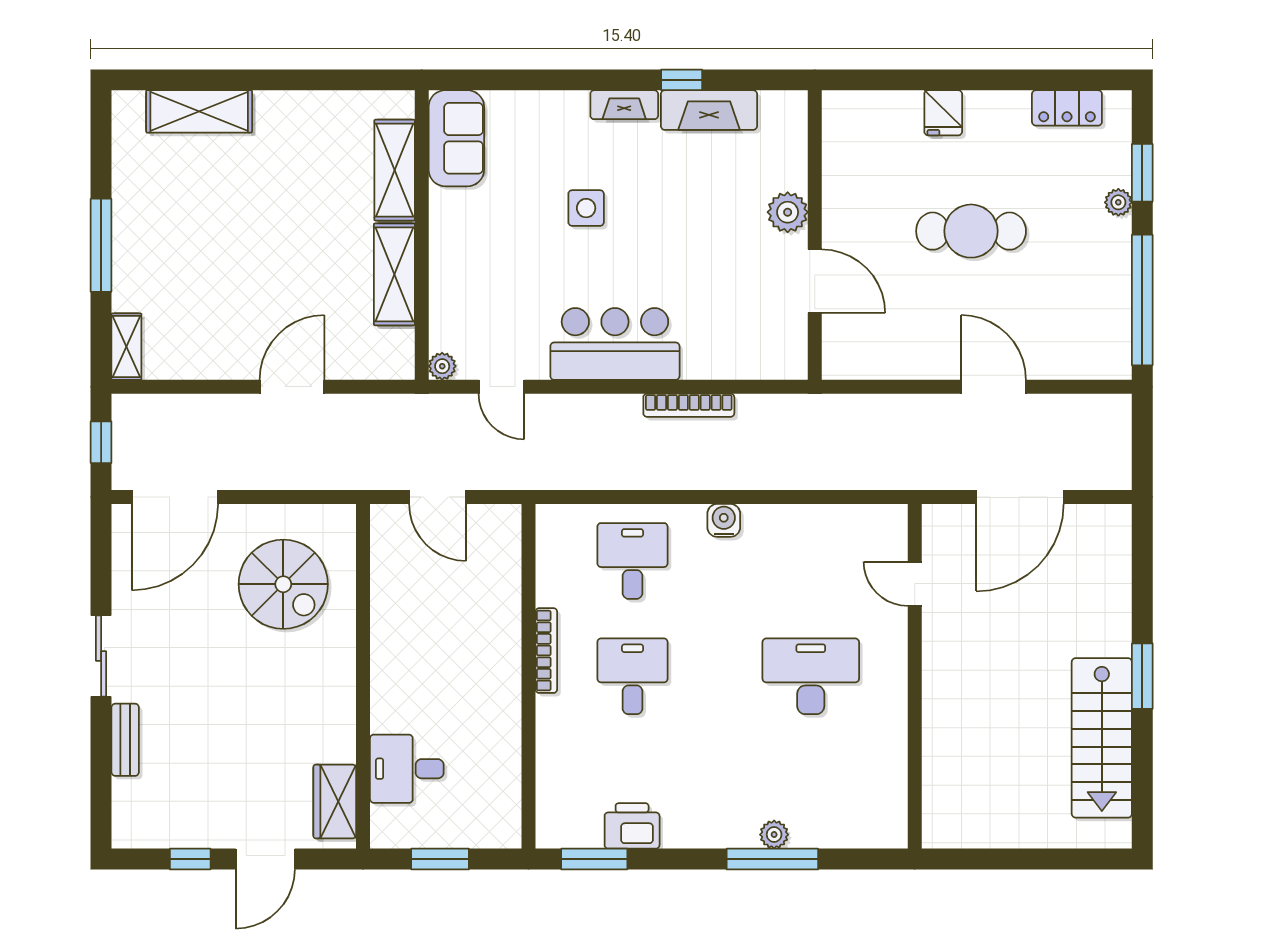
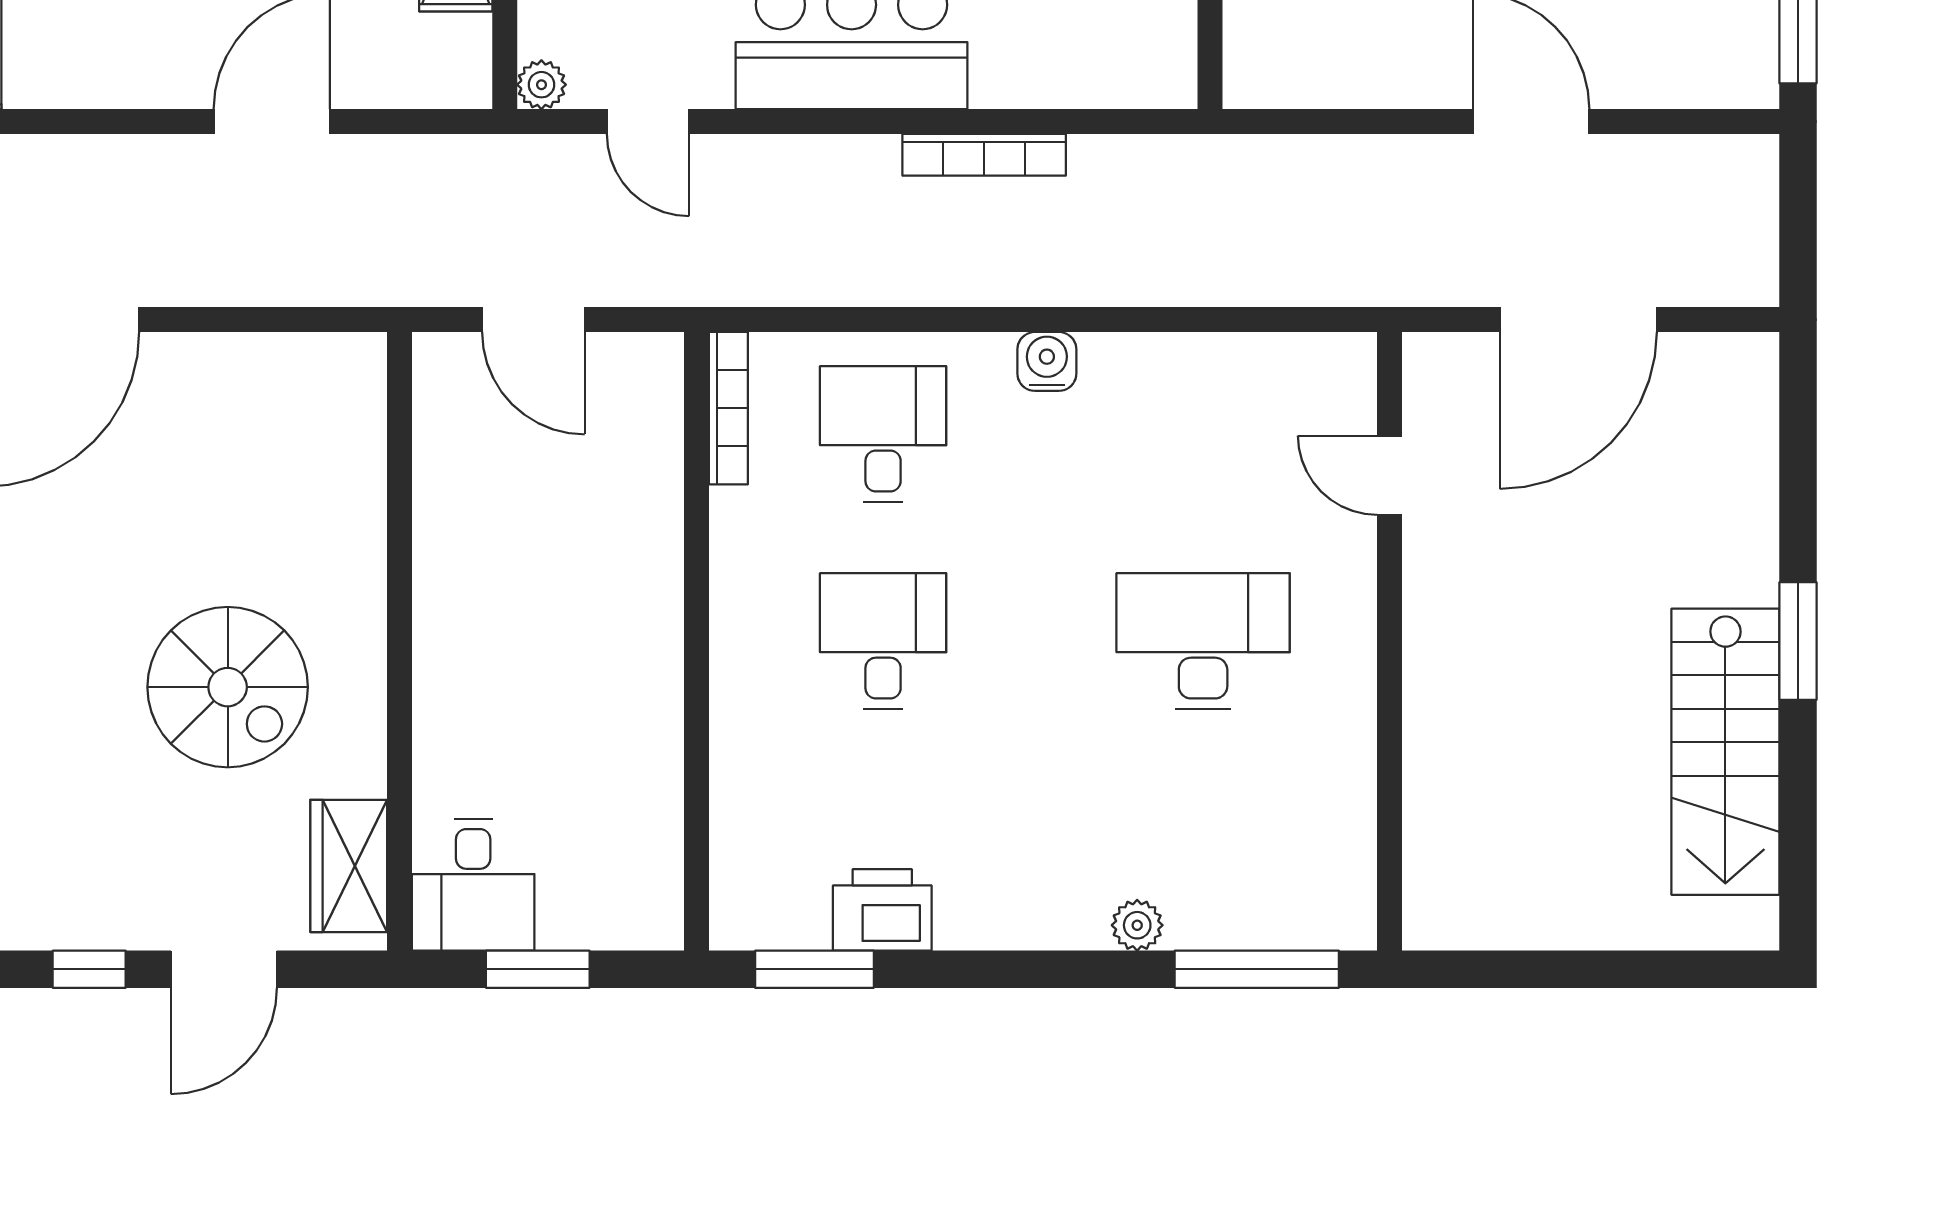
spiral stairs: (283, 584) -> (228, 687), moved
bookcase: (546, 651) -> (728, 408), moved
desk: (407, 769) -> (473, 885), moved, turned -90
window: (772, 859) -> (1257, 969), moved

